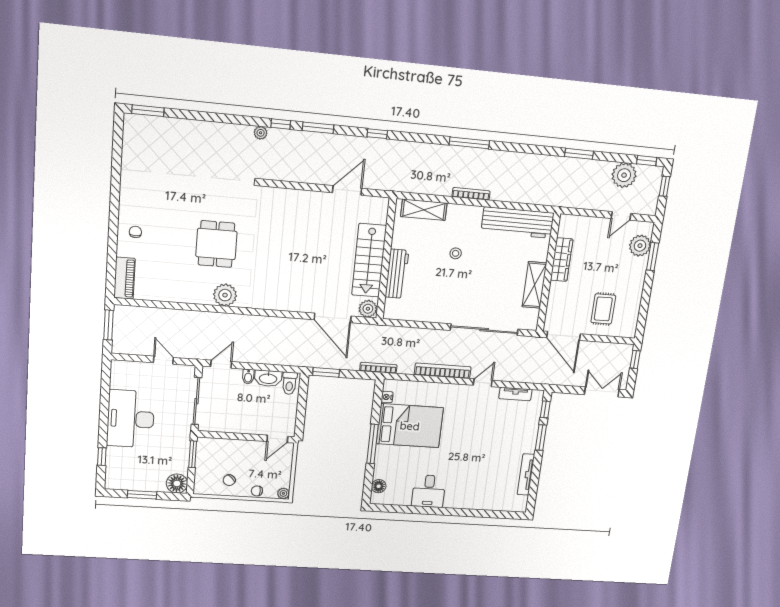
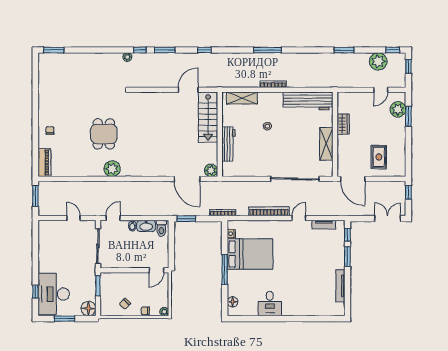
stairs: (369, 260) -> (208, 117), moved
wardrobe: (562, 260) -> (343, 124), width x0.67
desk: (131, 419) -> (54, 294), moved

